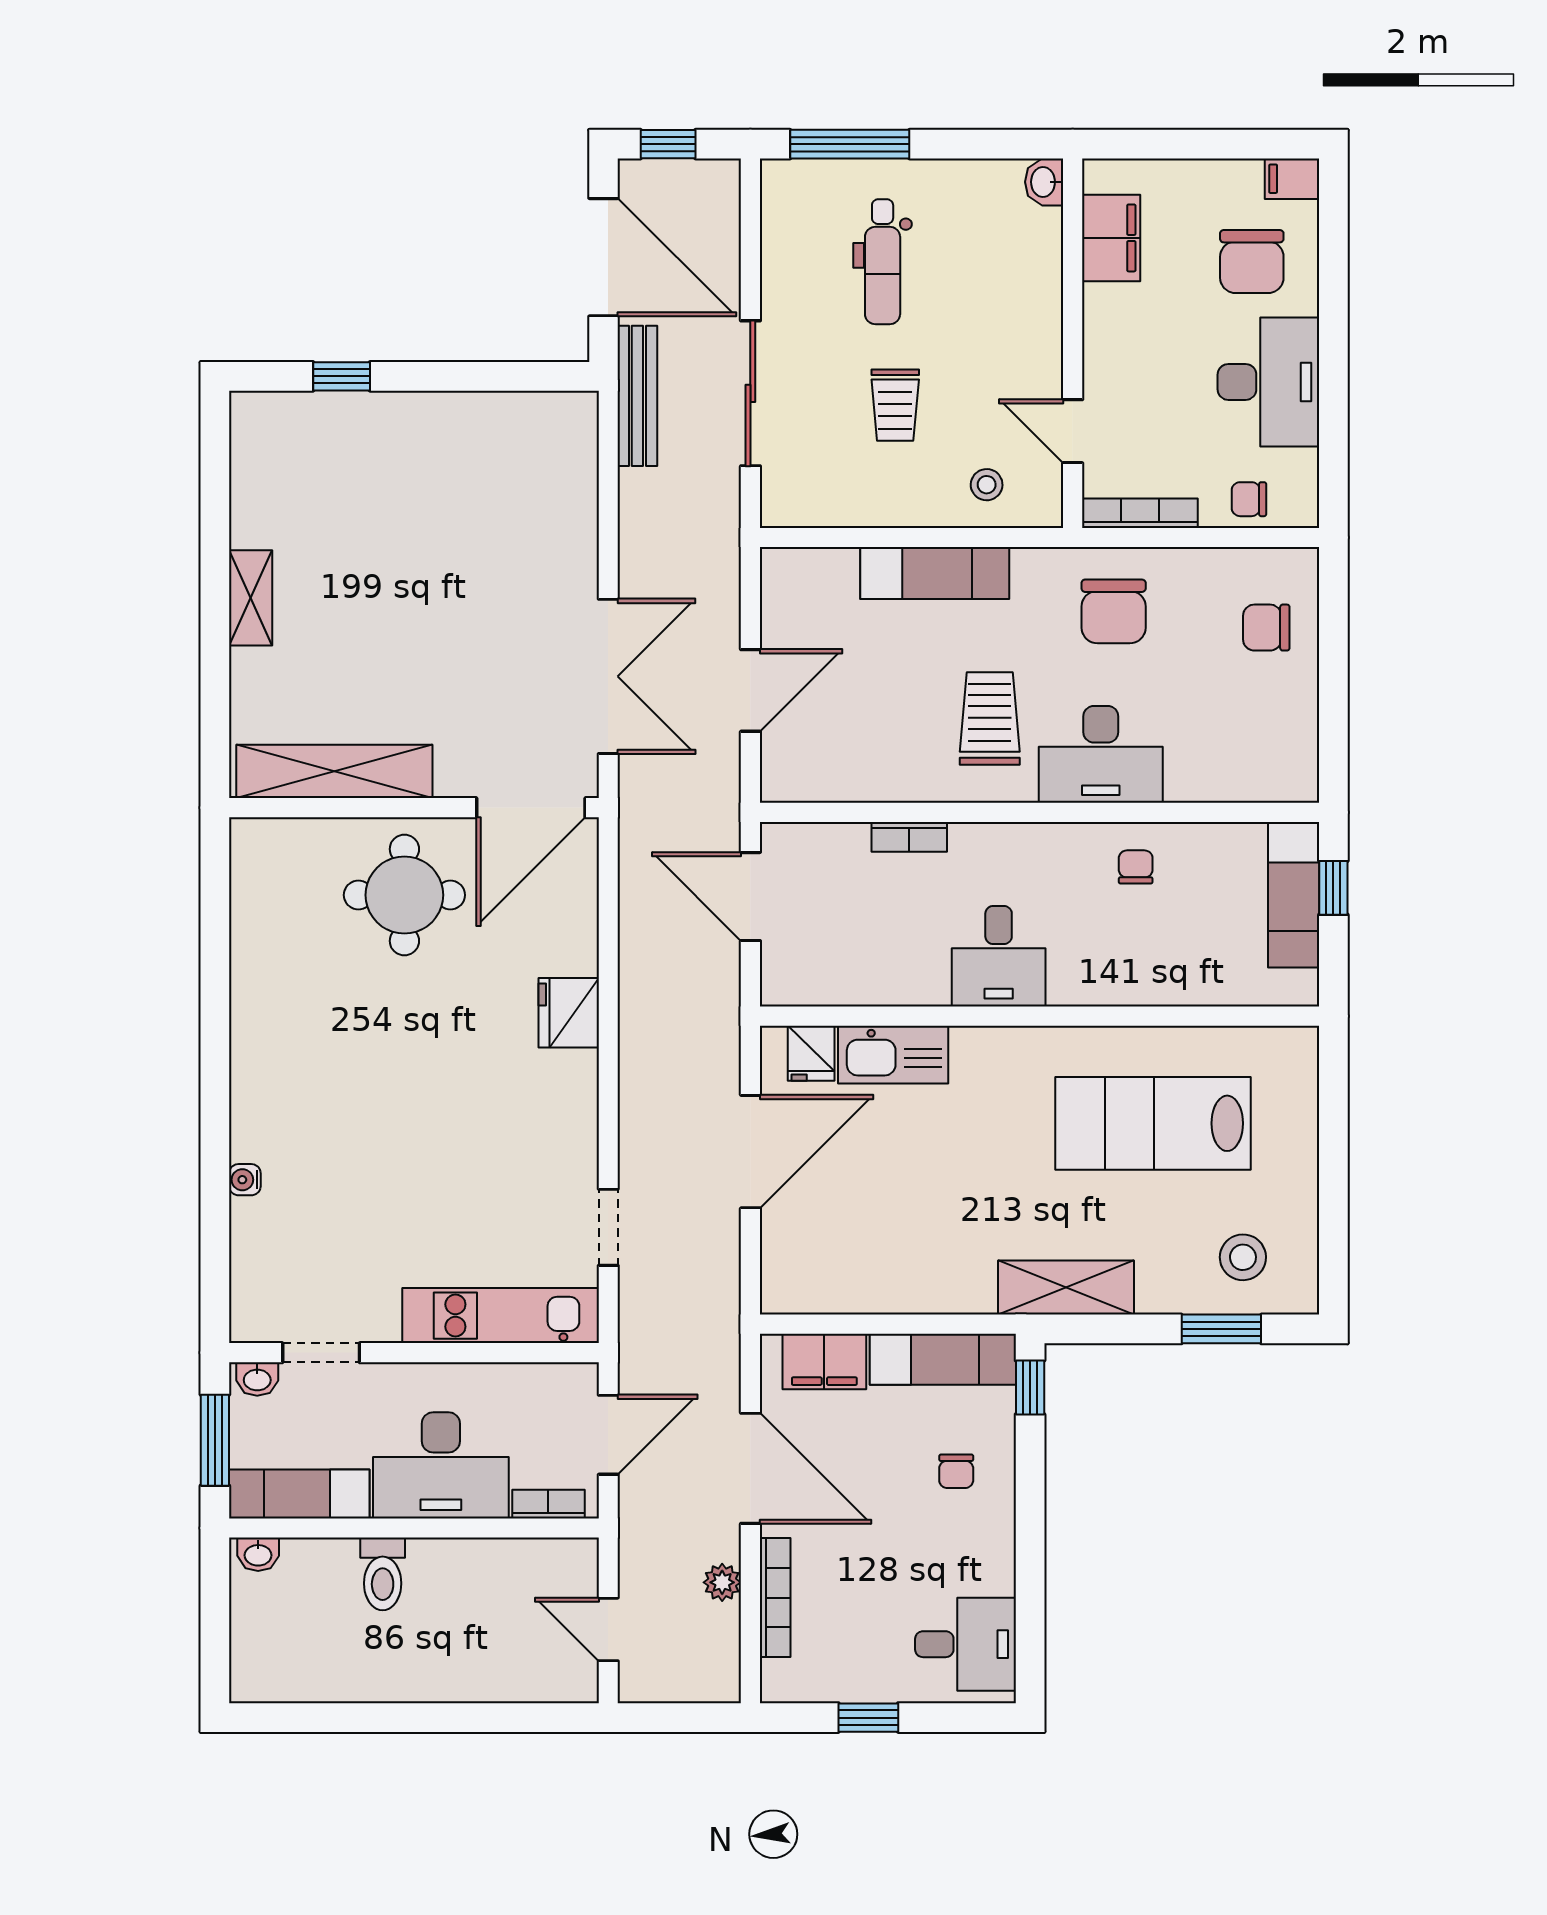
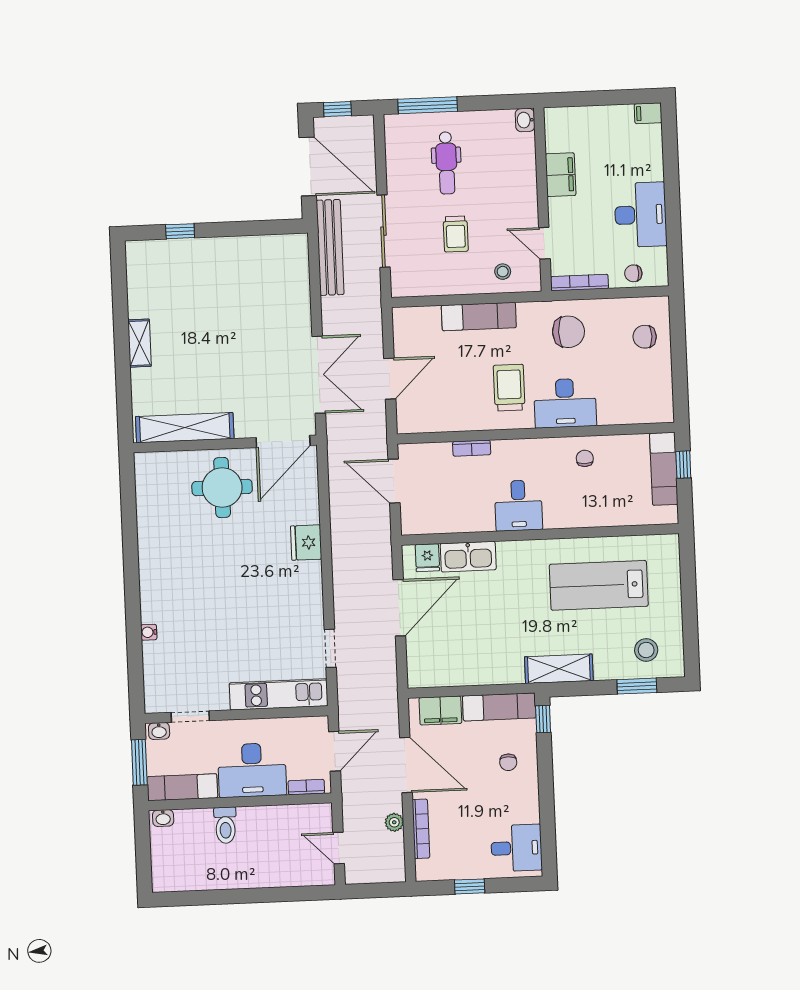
filing cabinet: (1111, 238) -> (561, 175), moved
chair: (1252, 262) -> (630, 155), removed
bench: (637, 396) -> (330, 247), width x1.37, depth x1.21
chair: (1114, 611) -> (568, 332), turned -90

